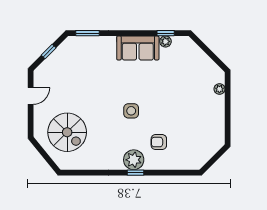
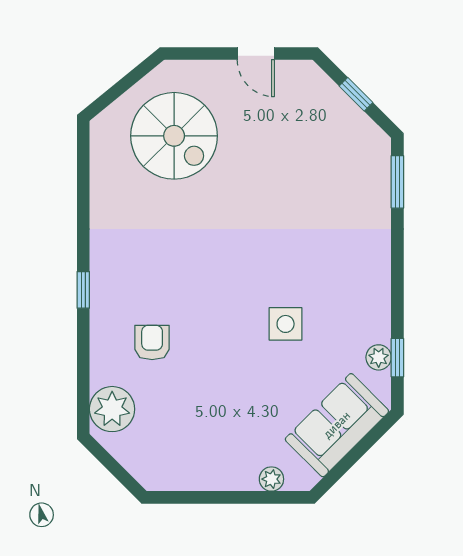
sofa: (138, 48) -> (337, 425), moved, turned 45
side table: (131, 111) -> (286, 324), moved
spiral stairs: (67, 132) -> (174, 136), turned -90
plant: (134, 160) -> (112, 409), moved

